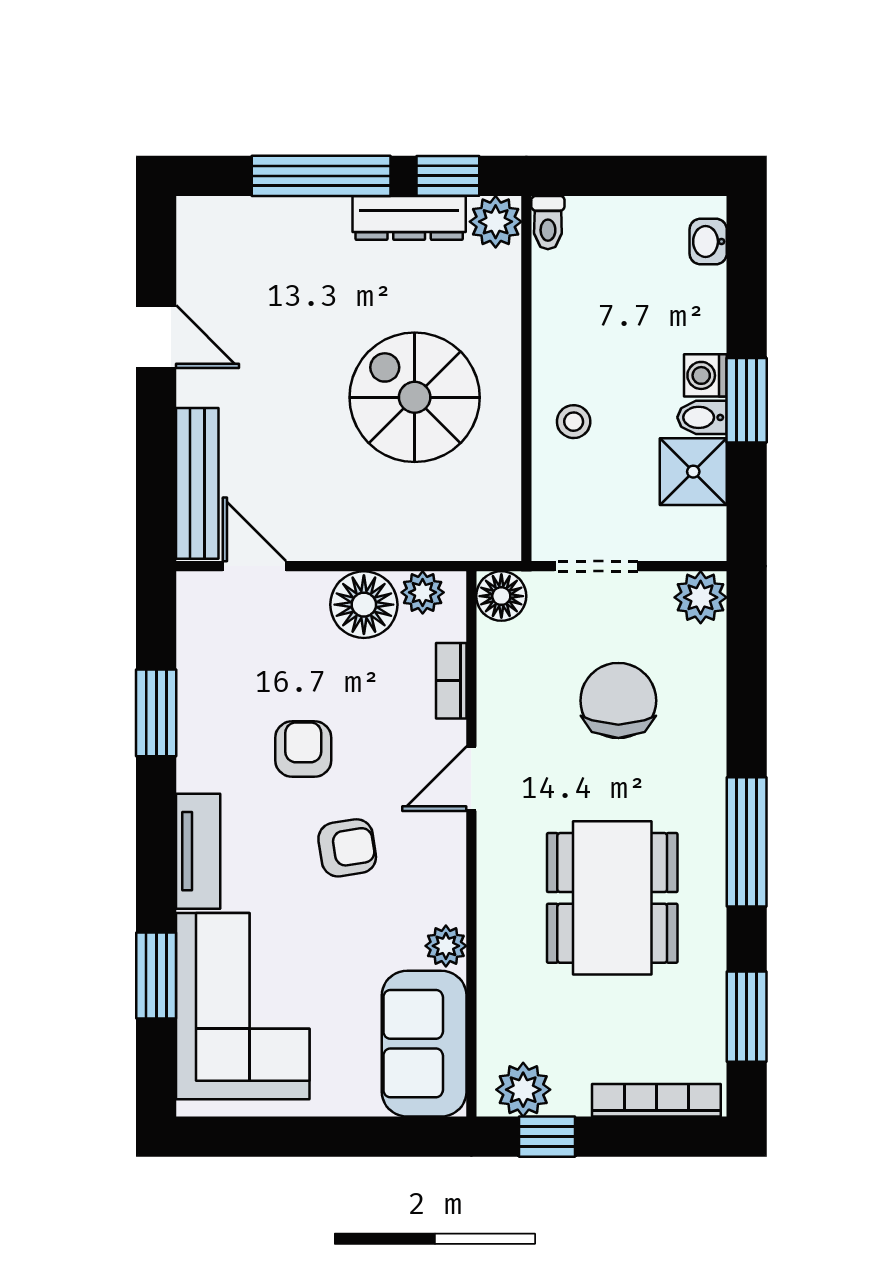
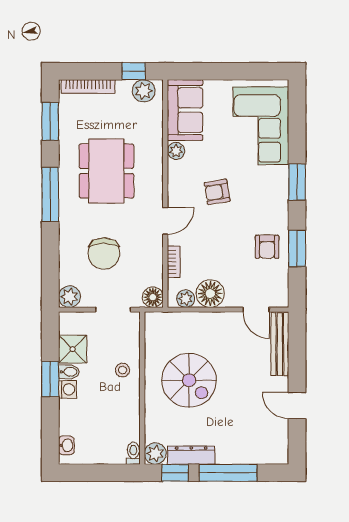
armchair: (303, 749) -> (267, 247), moved
tv unit: (198, 851) -> (280, 191), removed
window: (156, 976) -> (297, 182), moved

